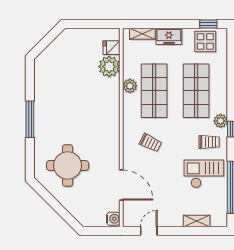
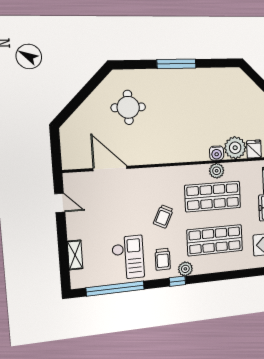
trolley: (150, 143) -> (163, 216), moved
round table: (68, 166) -> (128, 107), width x0.73, depth x0.73
door: (121, 185) -> (110, 168), swing flipped
water cooler: (113, 219) -> (217, 153), moved

